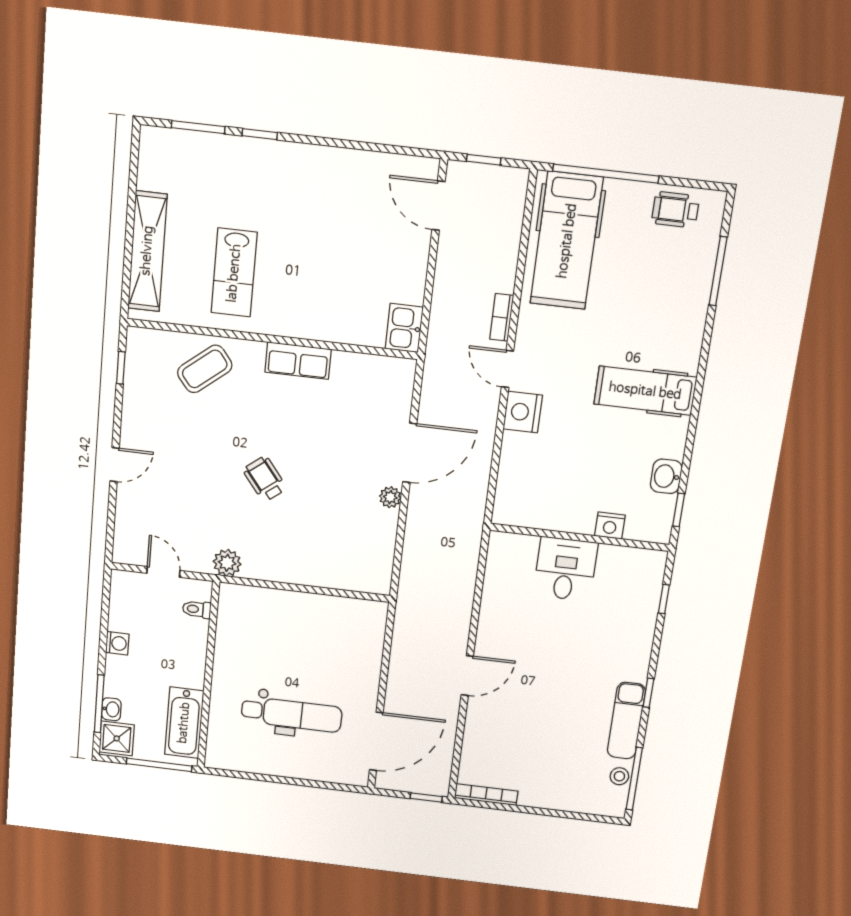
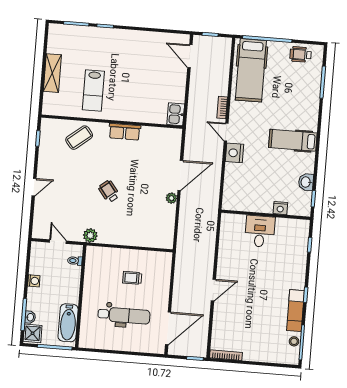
shelving: (147, 251) -> (52, 73), width x0.68
trolley: (309, 646) -> (132, 278), added

